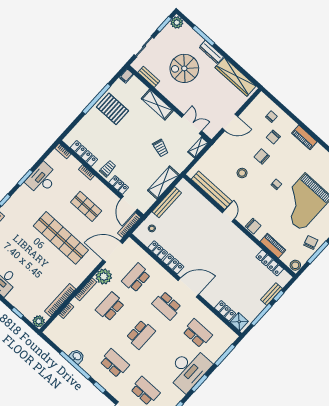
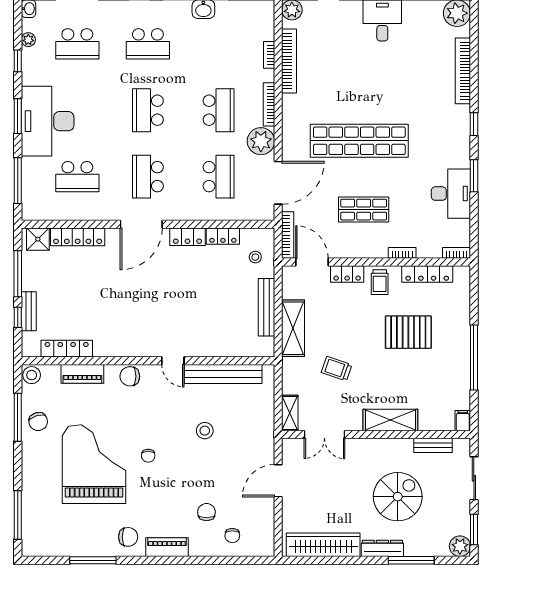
pallet: (113, 109) -> (408, 332), moved
chair: (262, 157) -> (128, 537), moved
school desk: (167, 306) -> (148, 177), turned -90
locker: (225, 311) -> (78, 237), width x1.53

